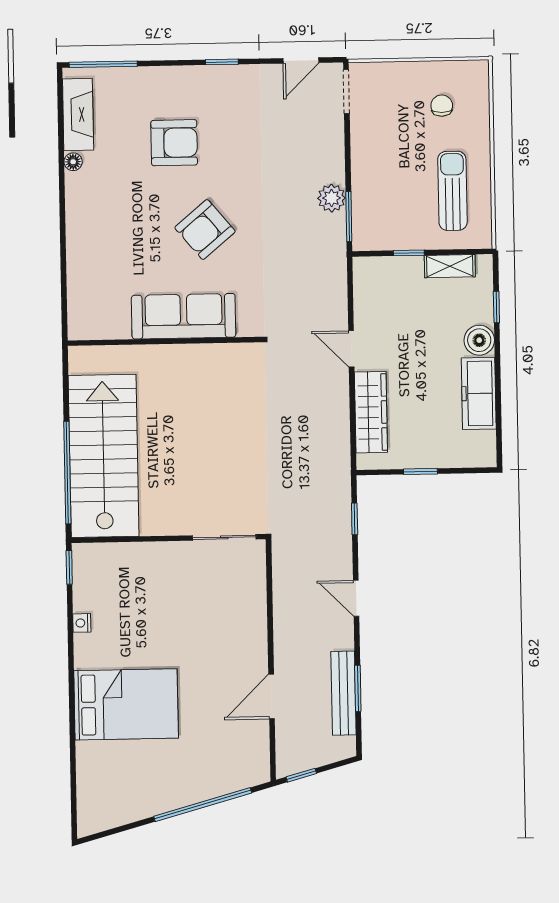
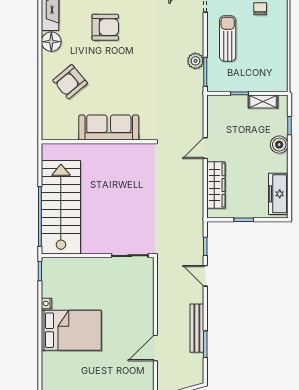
floor lamp: (73, 162) -> (51, 42), width x1.89, depth x1.89
sun lounger: (452, 191) -> (228, 39), moved
armchair: (205, 230) -> (70, 82), moved
door: (351, 349) -> (205, 148), hinge flipped
freezer: (479, 393) -> (278, 194), moved
door: (356, 598) -> (205, 276), moved
bench: (343, 693) -> (197, 328), moved
bed: (126, 704) -> (71, 330), moved

